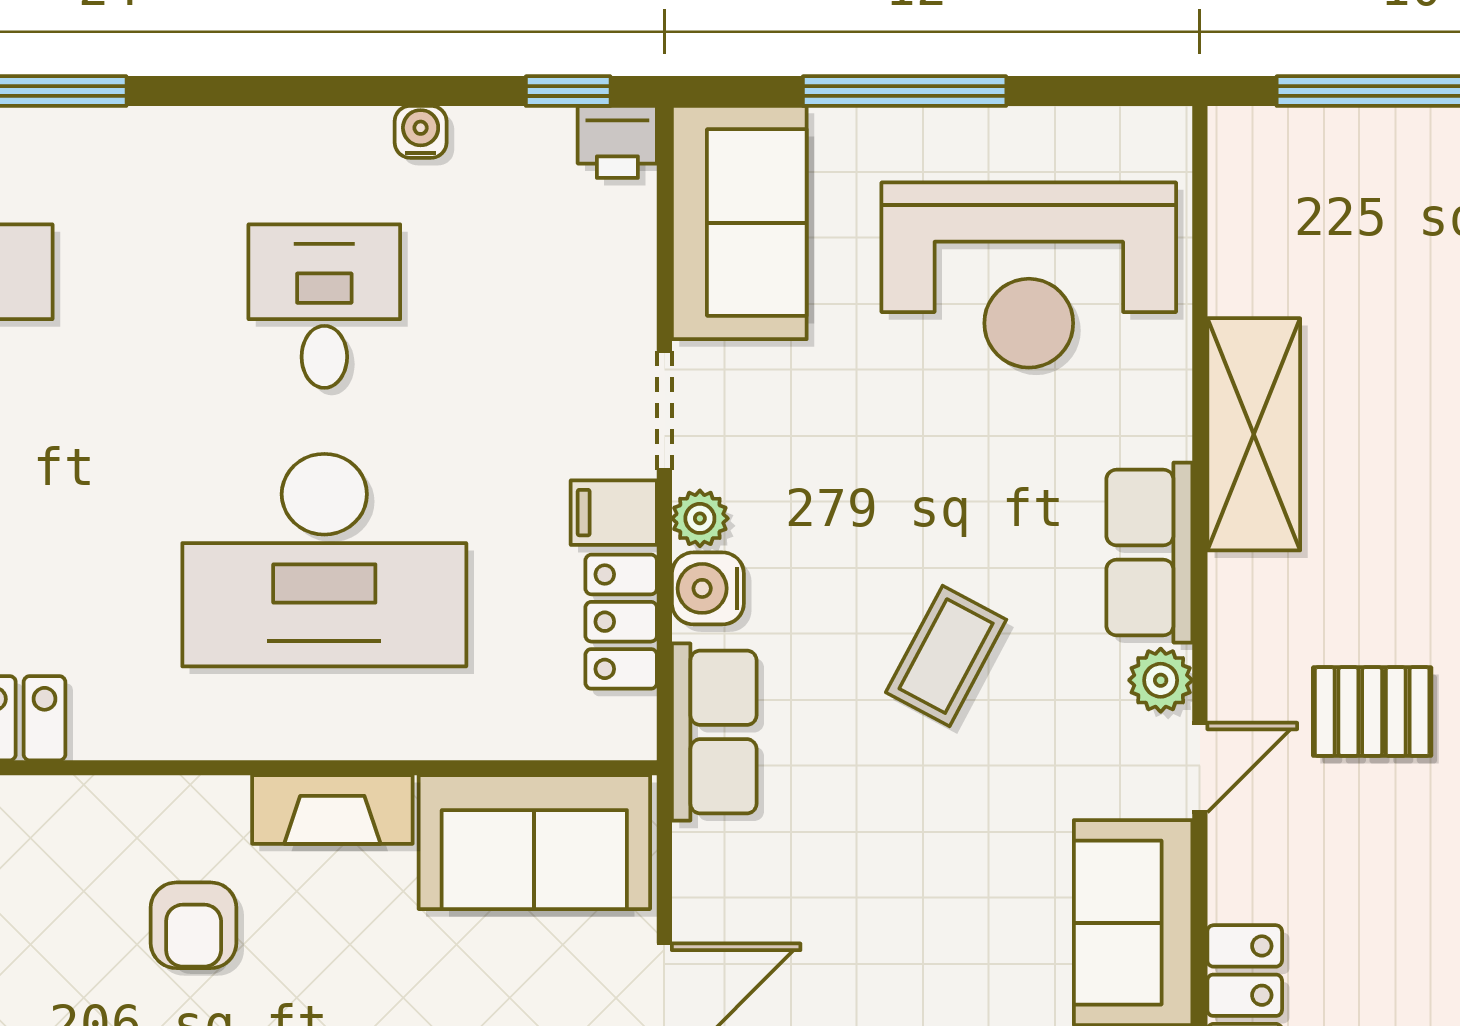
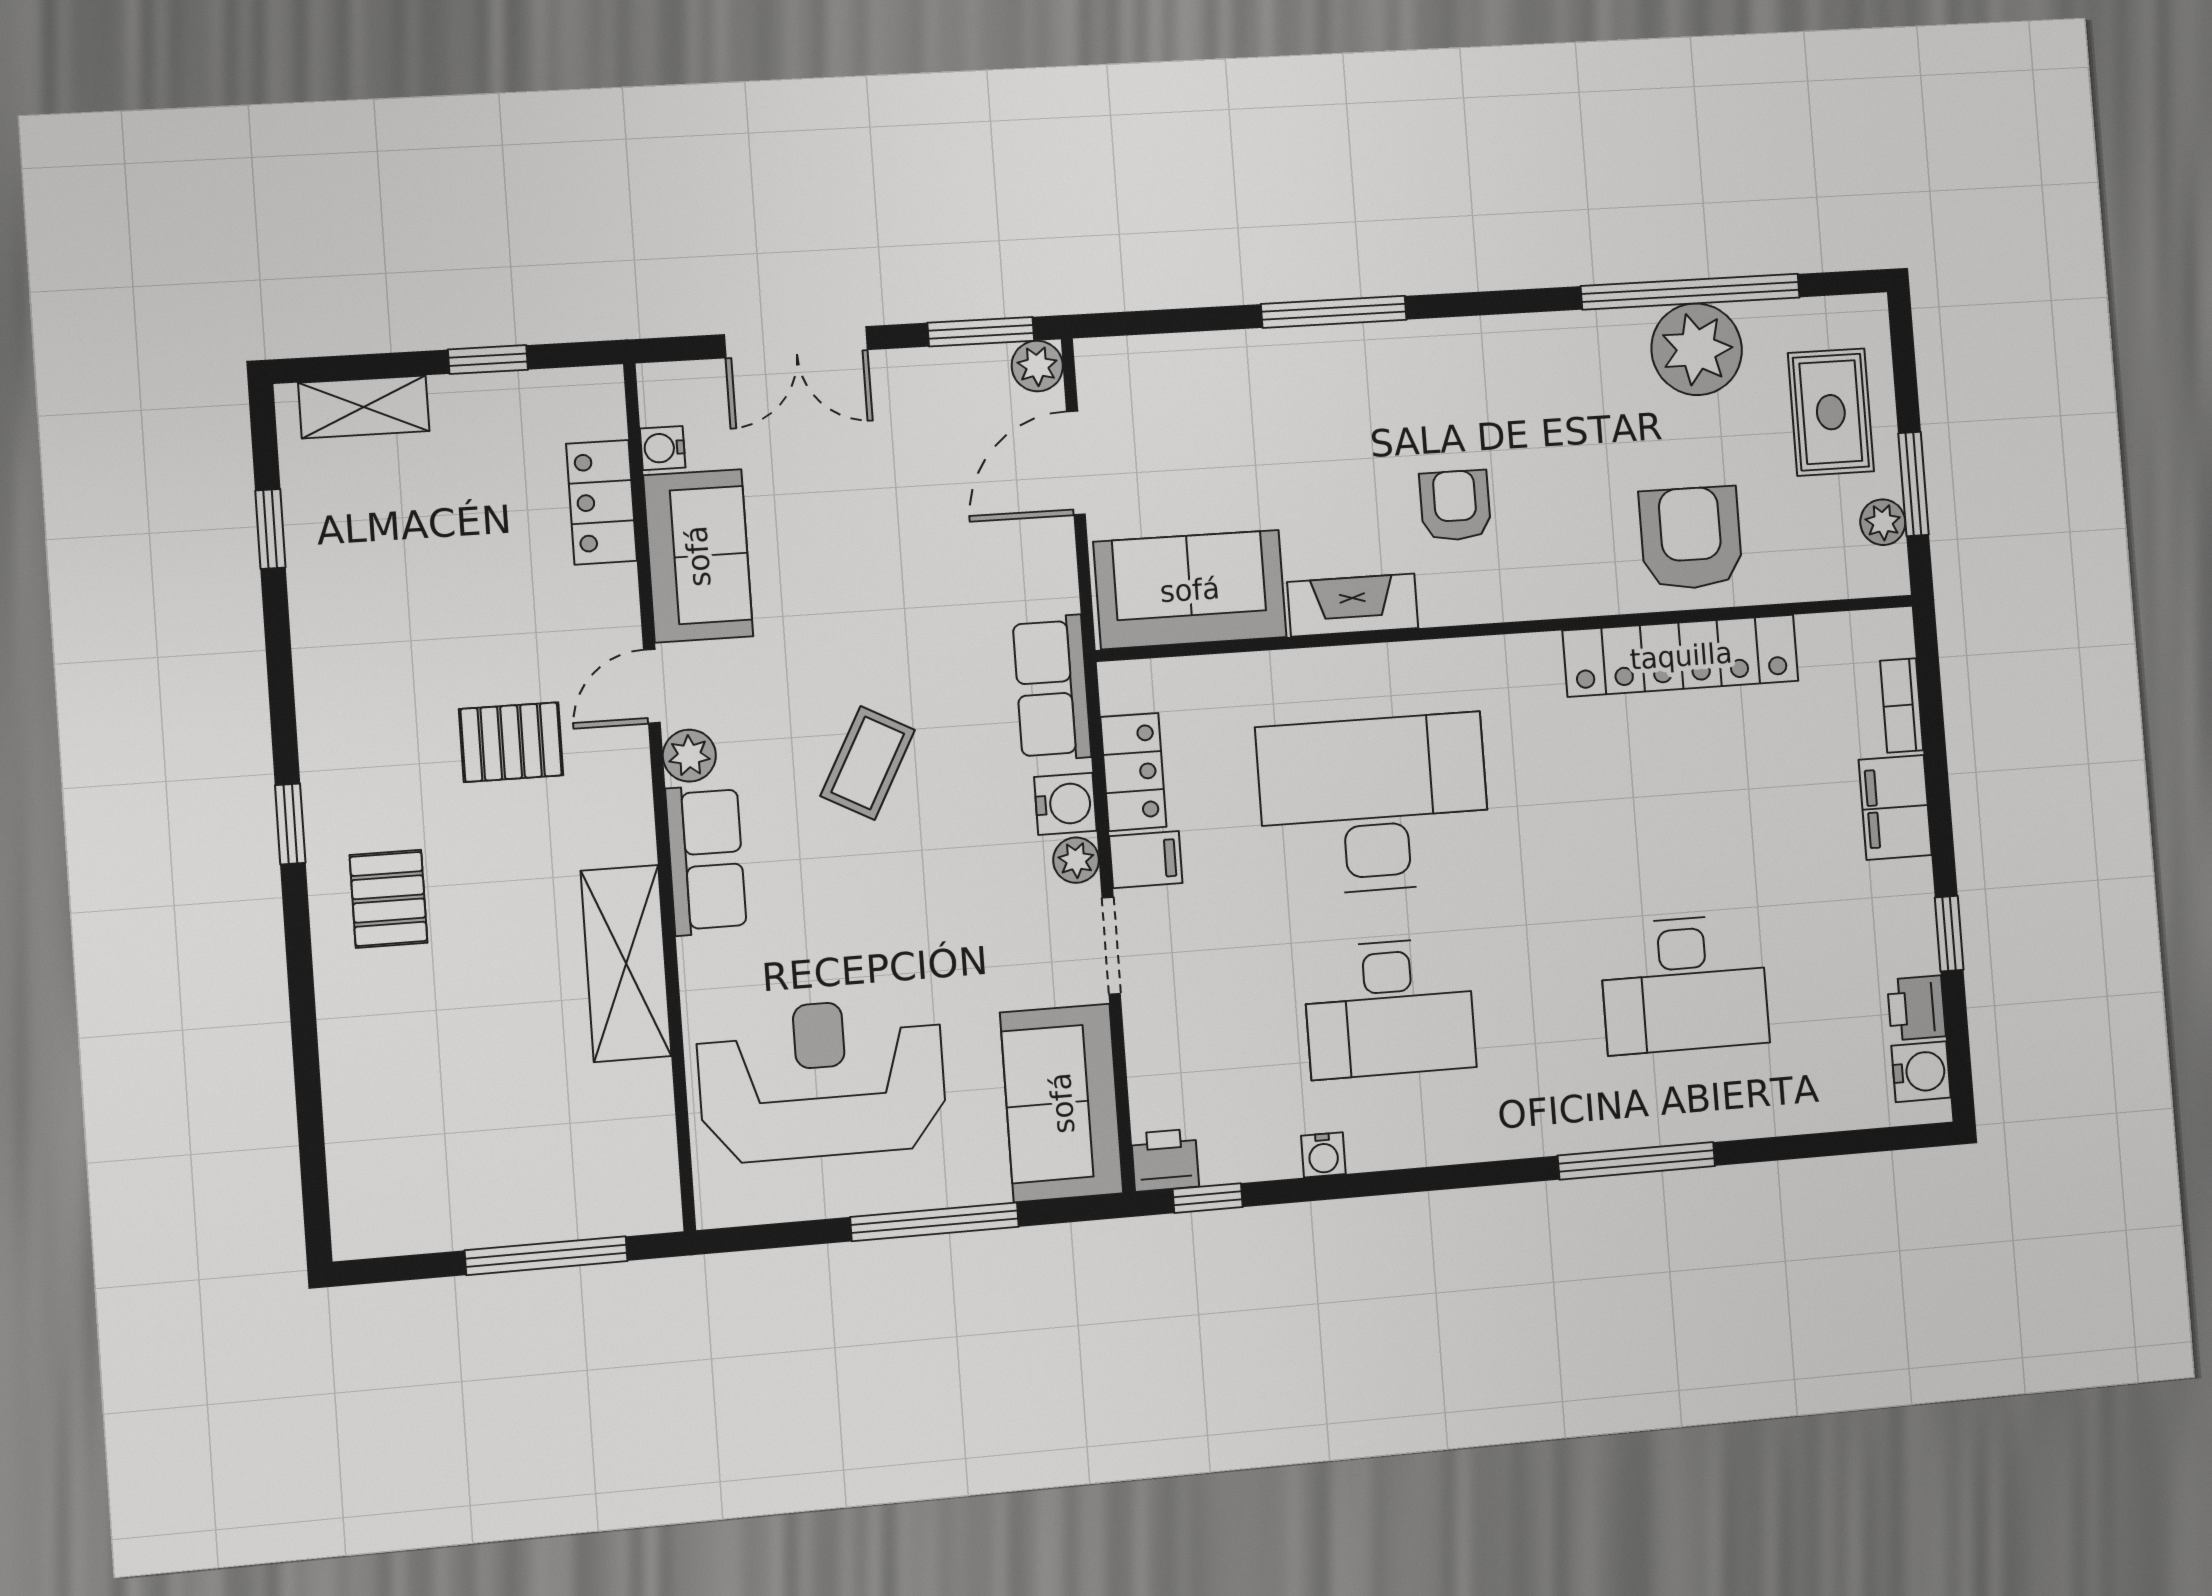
desk: (324, 306) -> (1389, 1008), width x1.37

